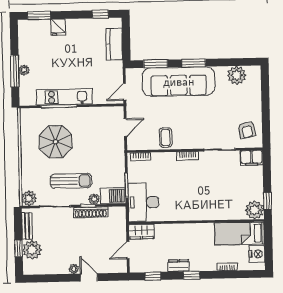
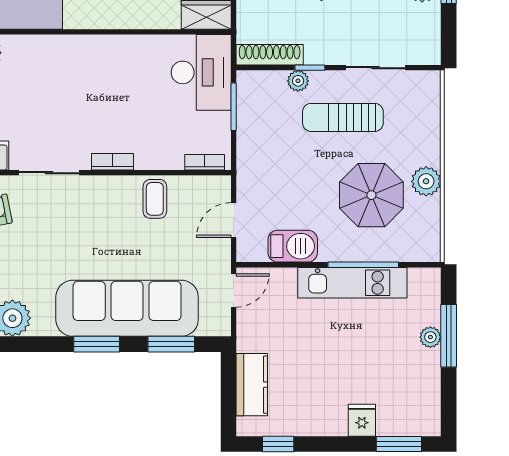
barbecue: (113, 196) -> (293, 246), moved, turned 180
plant: (29, 198) -> (426, 181), moved
shoe rack: (91, 212) -> (270, 55), moved
bench: (27, 226) -> (431, 31), removed

